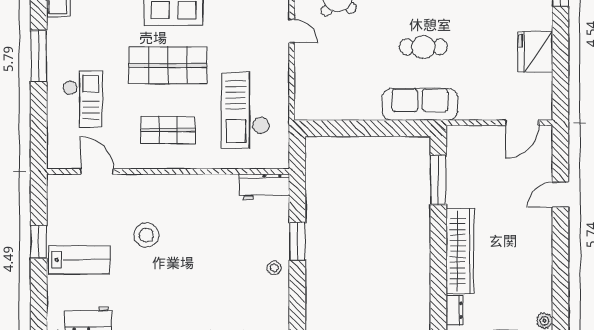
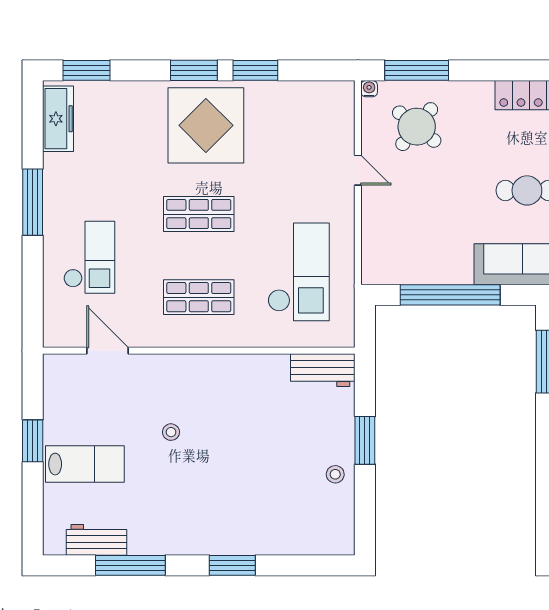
shop shelf: (168, 65) -> (199, 214), width x0.70, depth x0.74
checkout: (246, 110) -> (299, 272), turned 180
window: (364, 128) -> (450, 295), added
stool: (146, 235) -> (171, 432), width x0.53, depth x0.53

